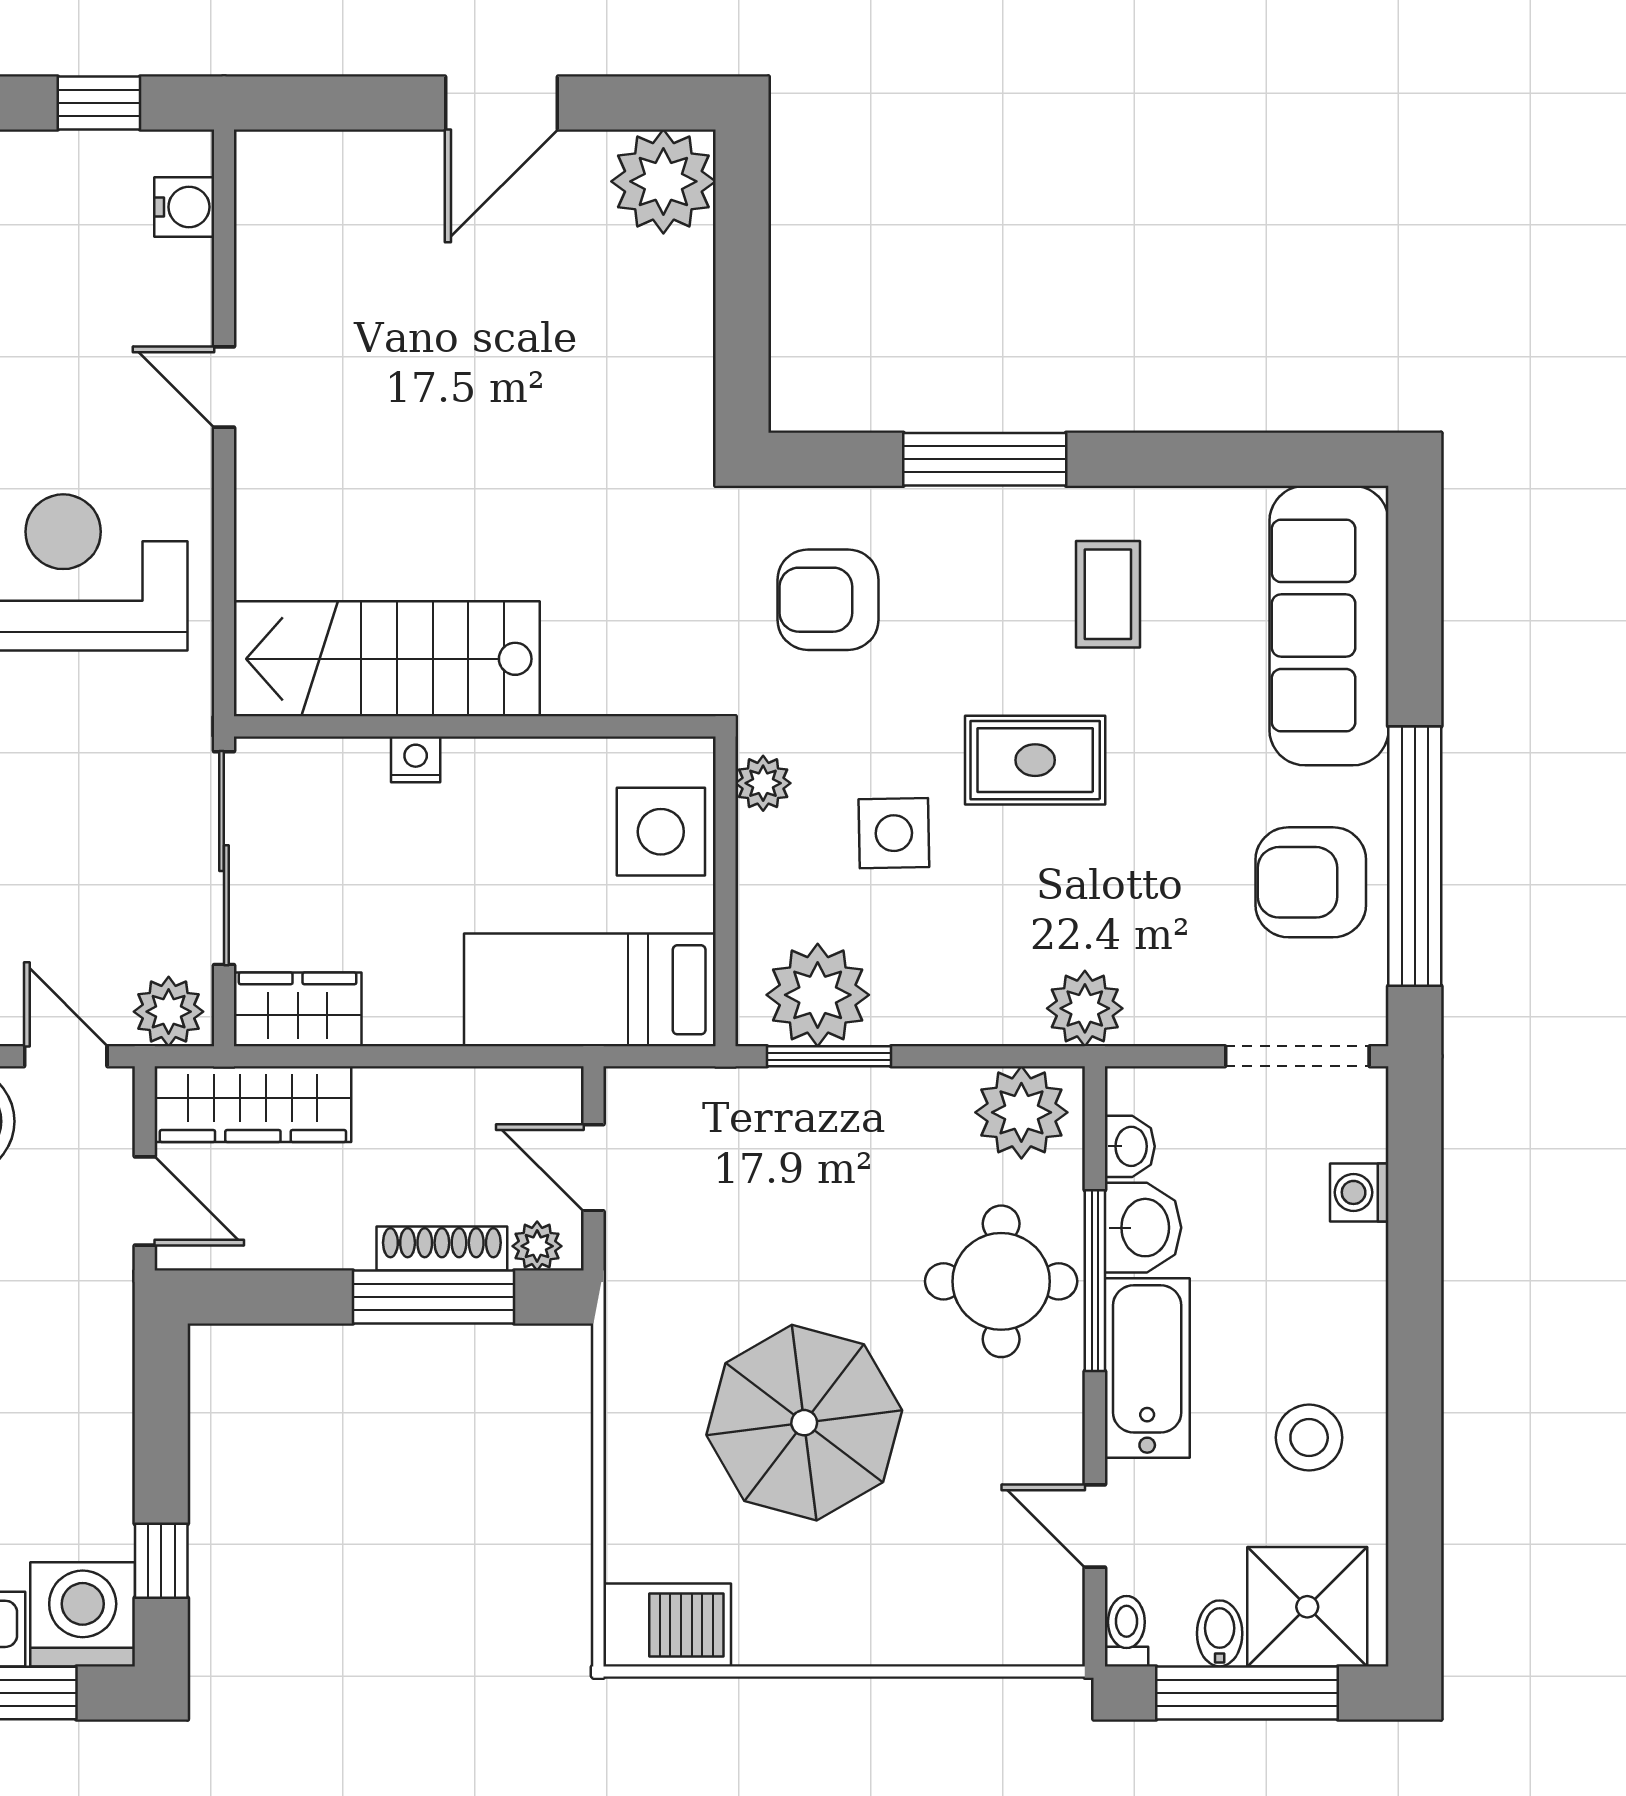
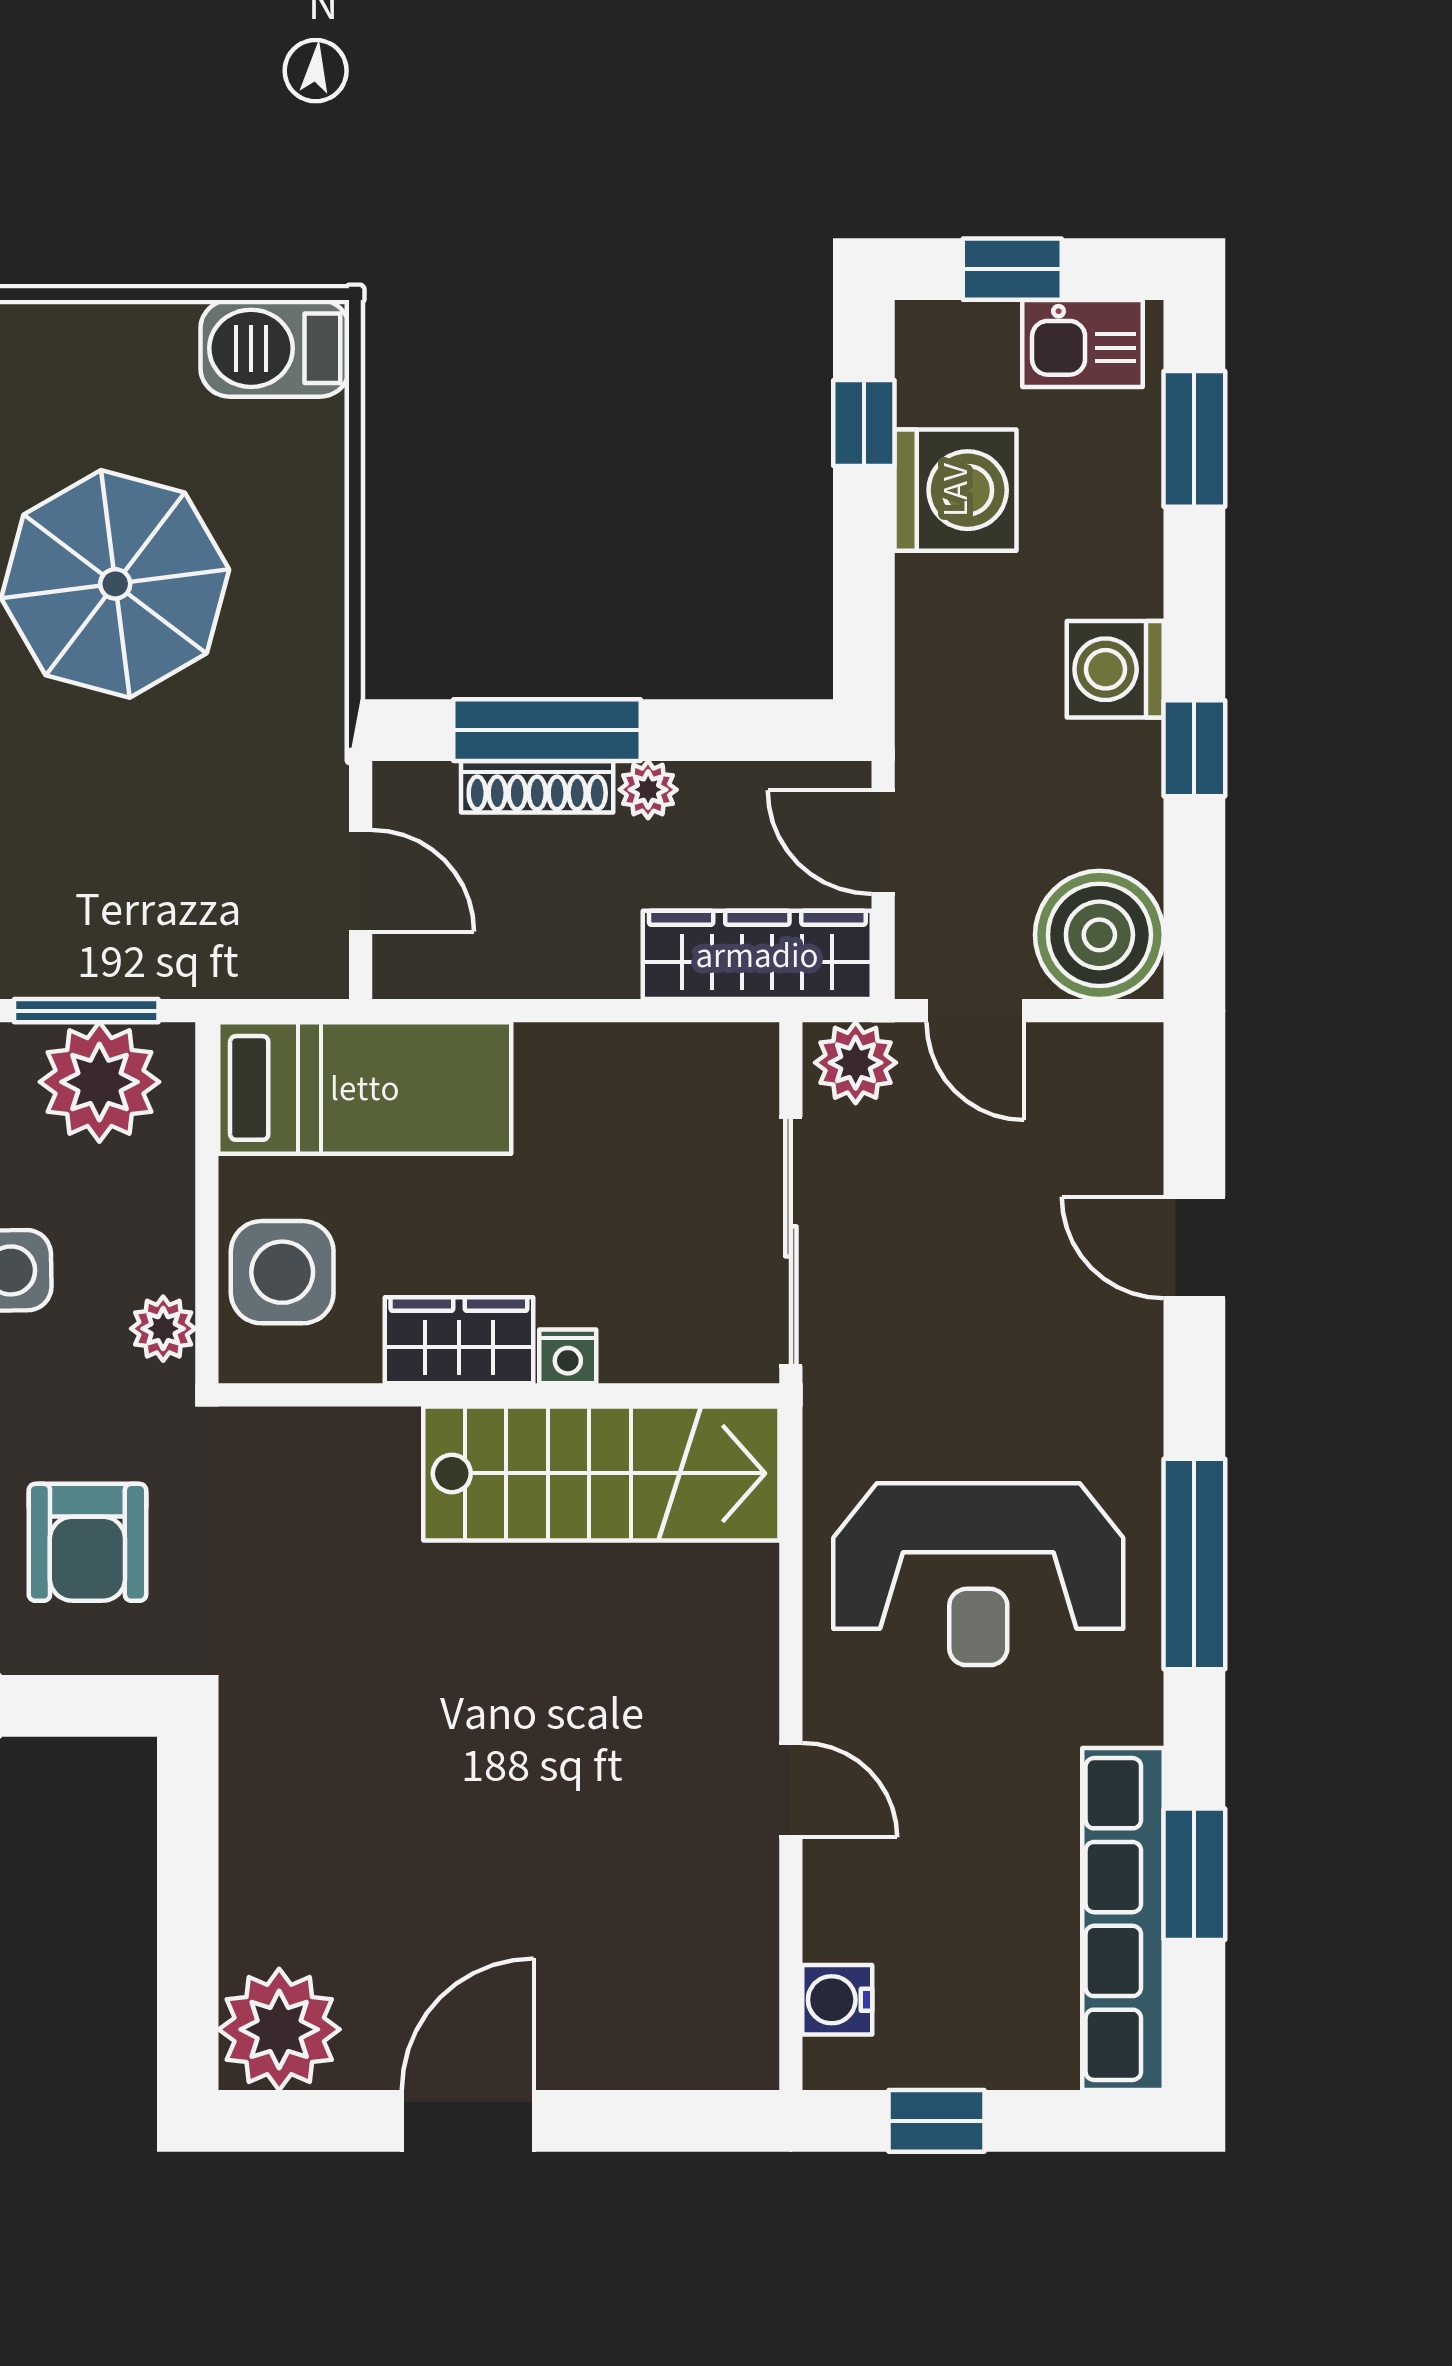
armchair: (828, 600) -> (87, 1542), turned 90
wardrobe: (298, 1009) -> (459, 1340), moved, turned 180
plant: (537, 1246) -> (648, 790), moved
washing machine: (83, 1614) -> (955, 490), moved, turned -90

